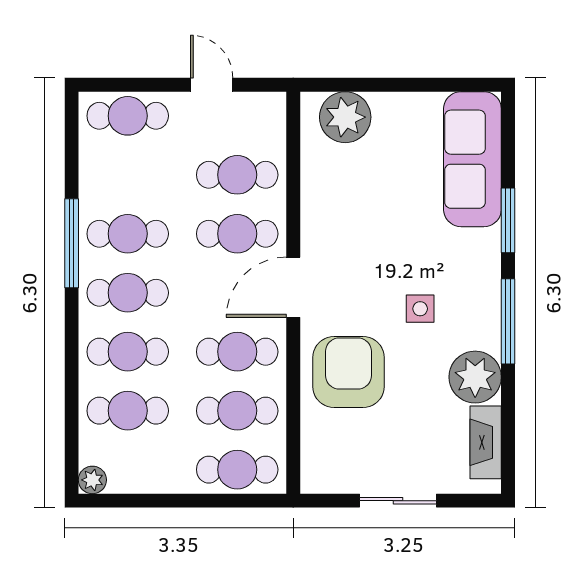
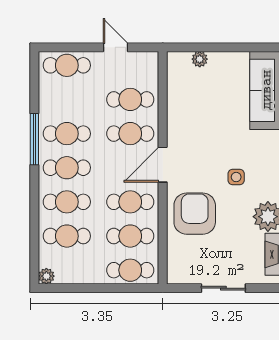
plant: (345, 117) -> (200, 59), width x0.53, depth x0.53

